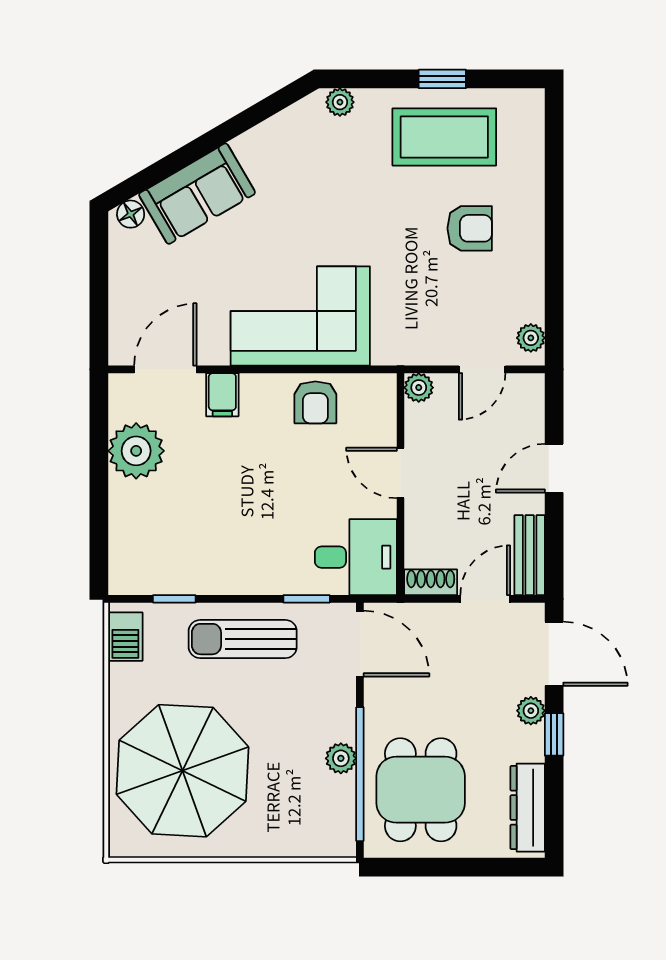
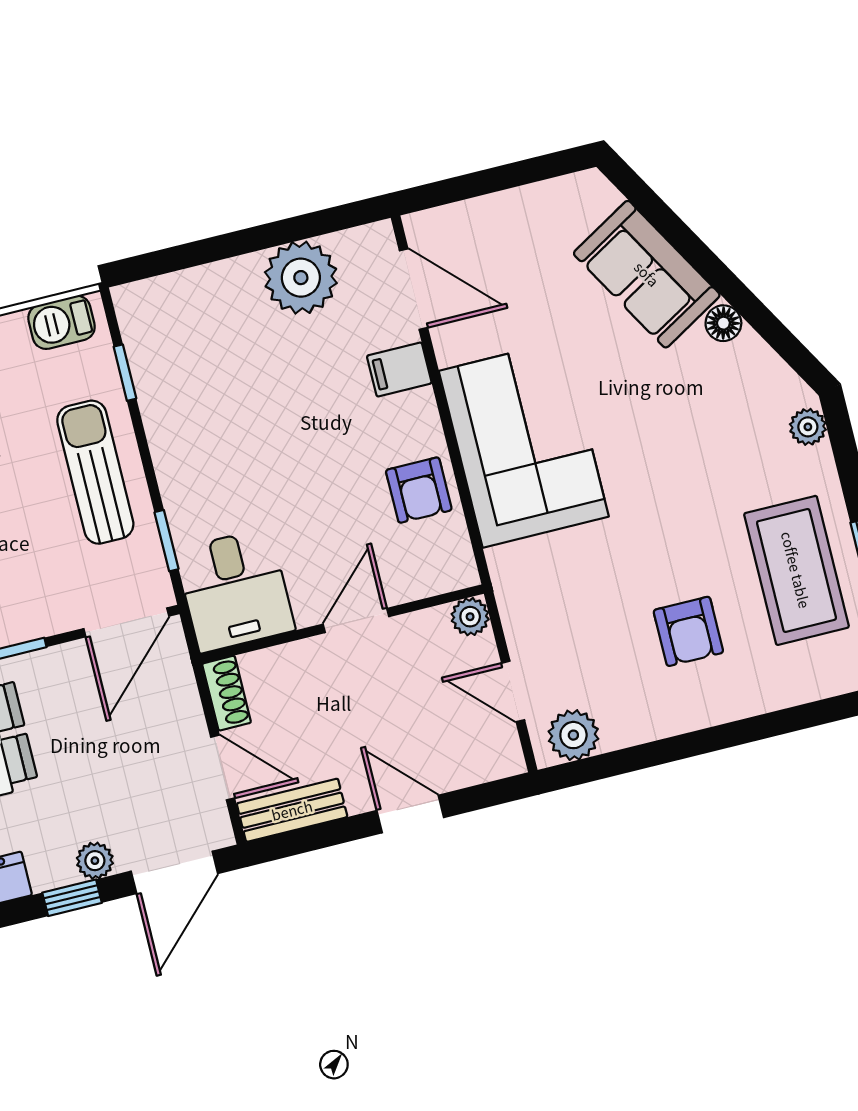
floor lamp: (131, 214) -> (723, 323), moved
plant: (531, 338) -> (573, 735), width x1.38, depth x1.38
armchair: (315, 402) -> (419, 490), turned -90

